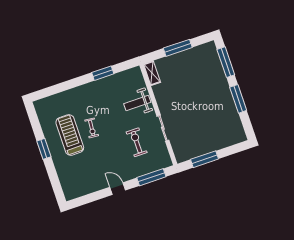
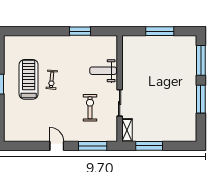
shelving: (152, 73) -> (127, 130), moved

